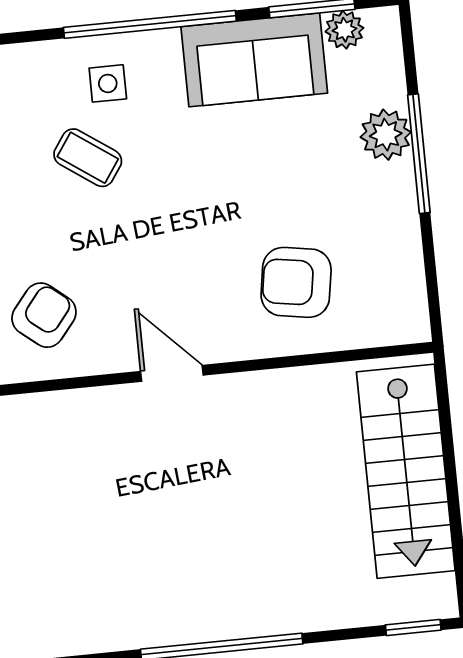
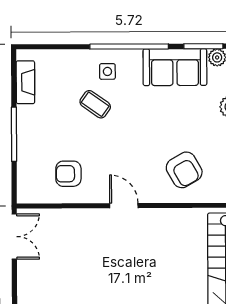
armchair: (296, 282) -> (184, 170), turned -129
armchair: (44, 315) -> (68, 174), turned -129

